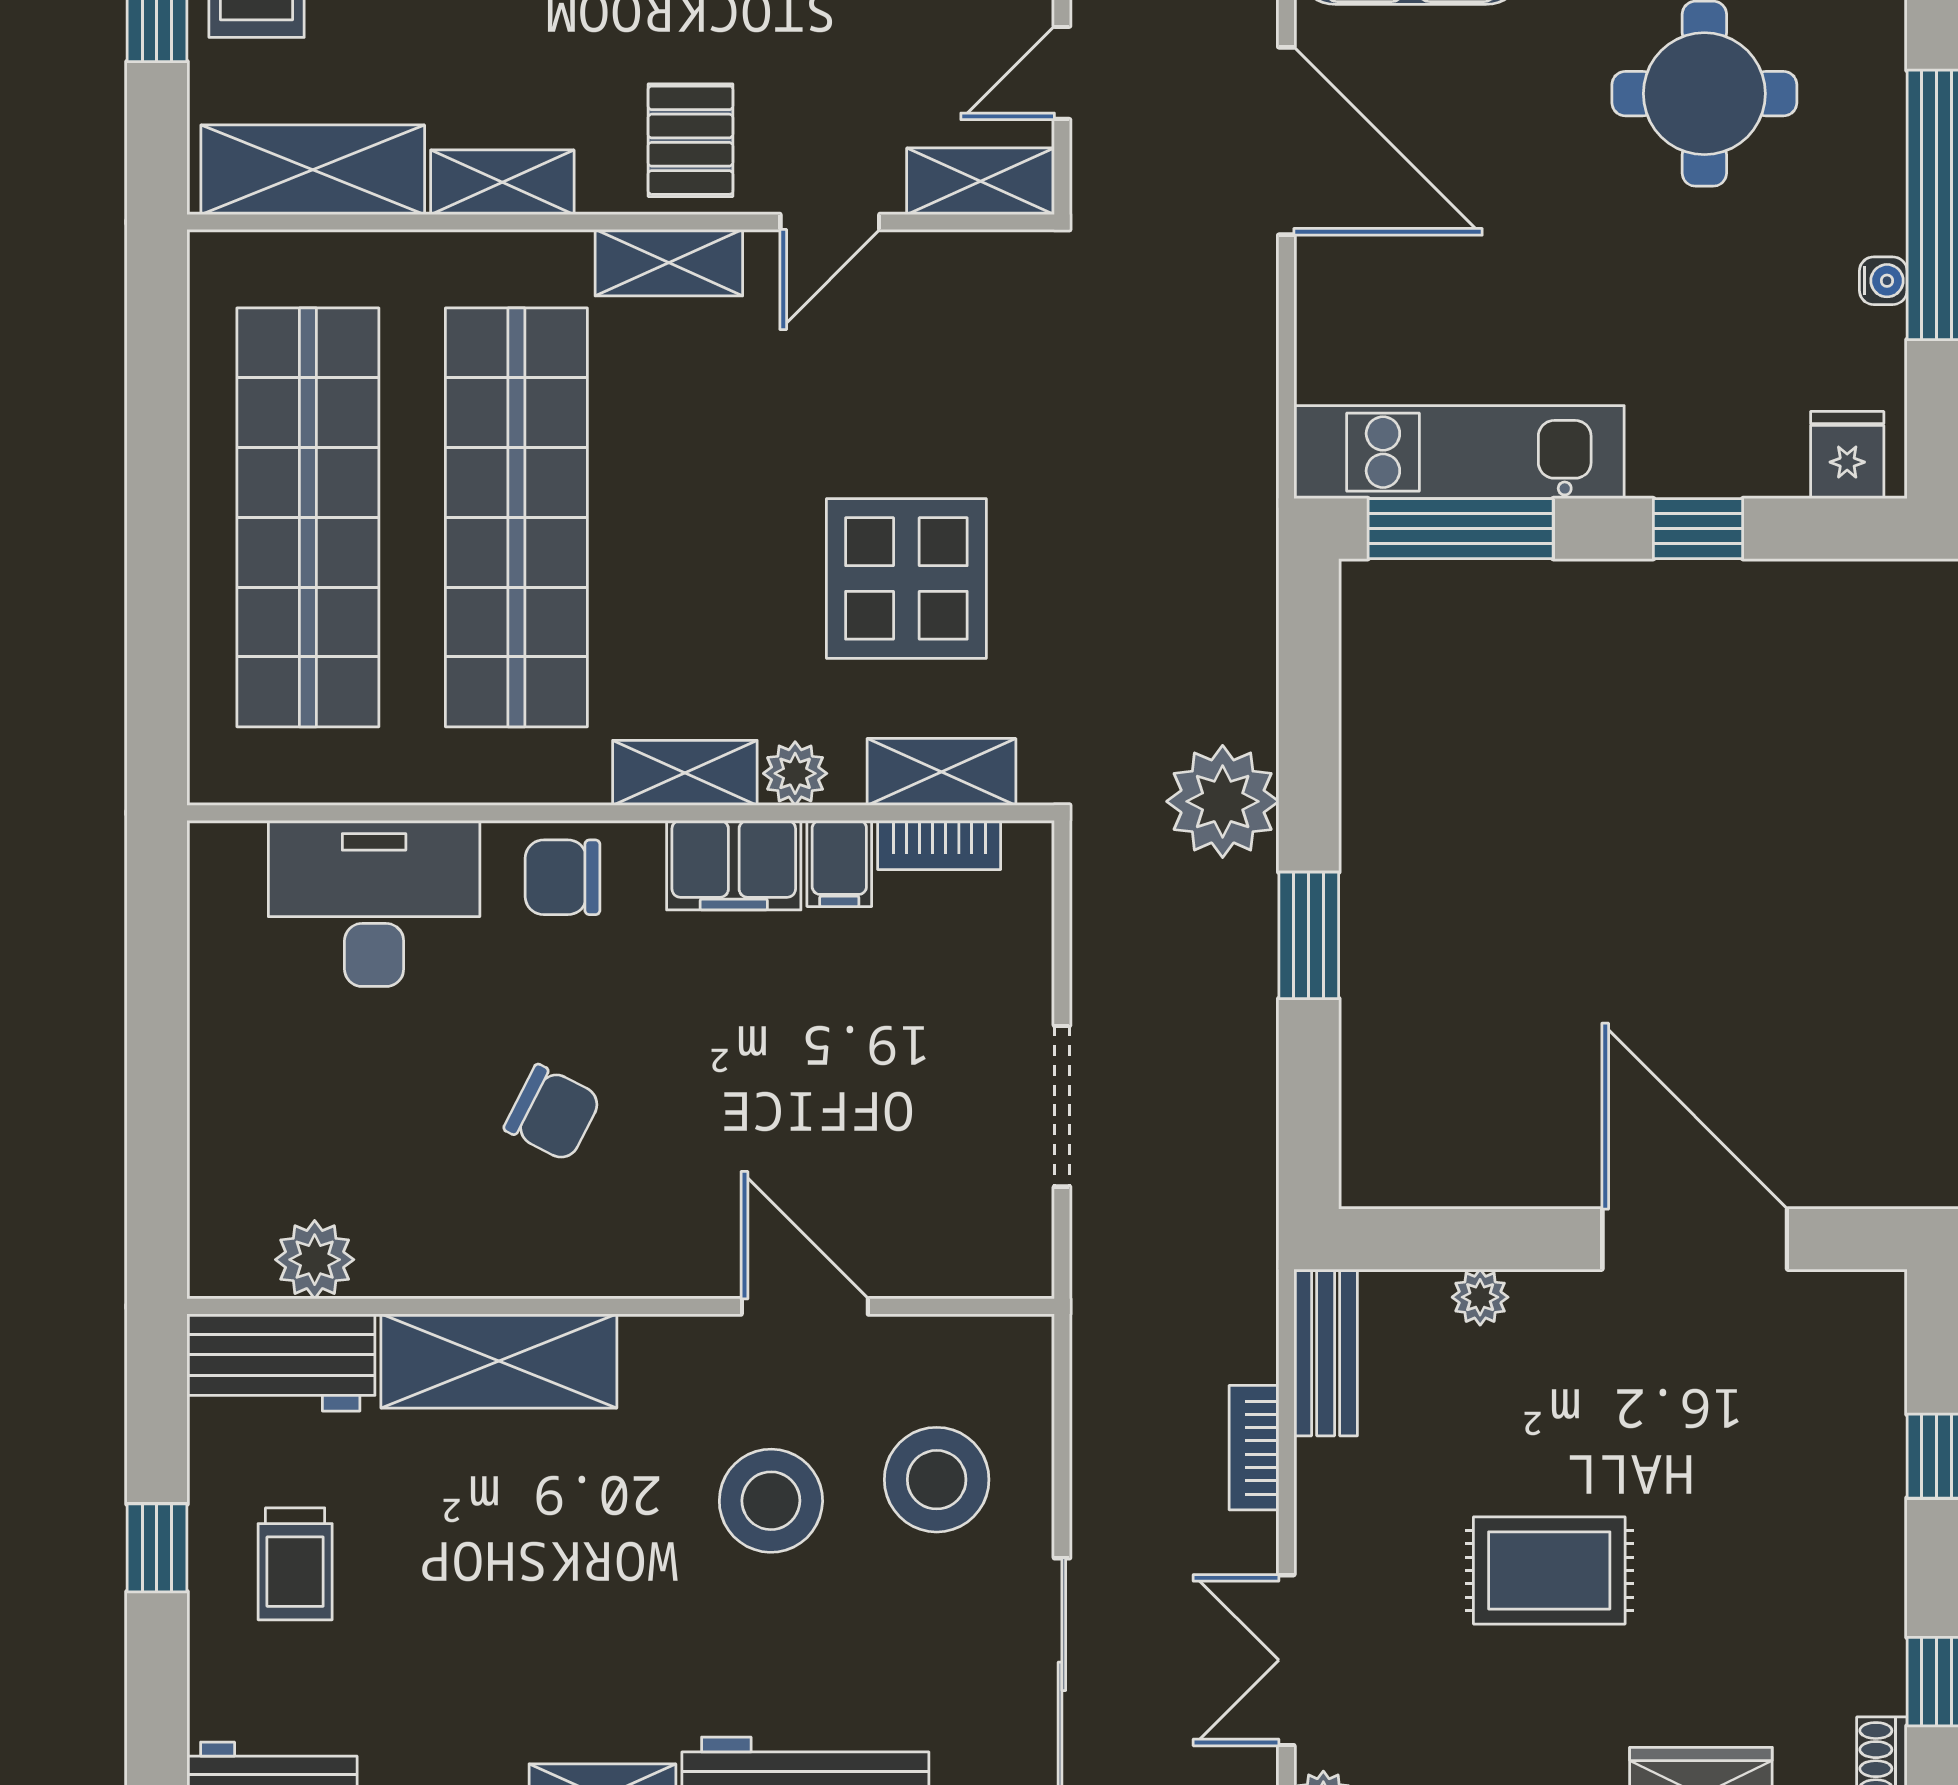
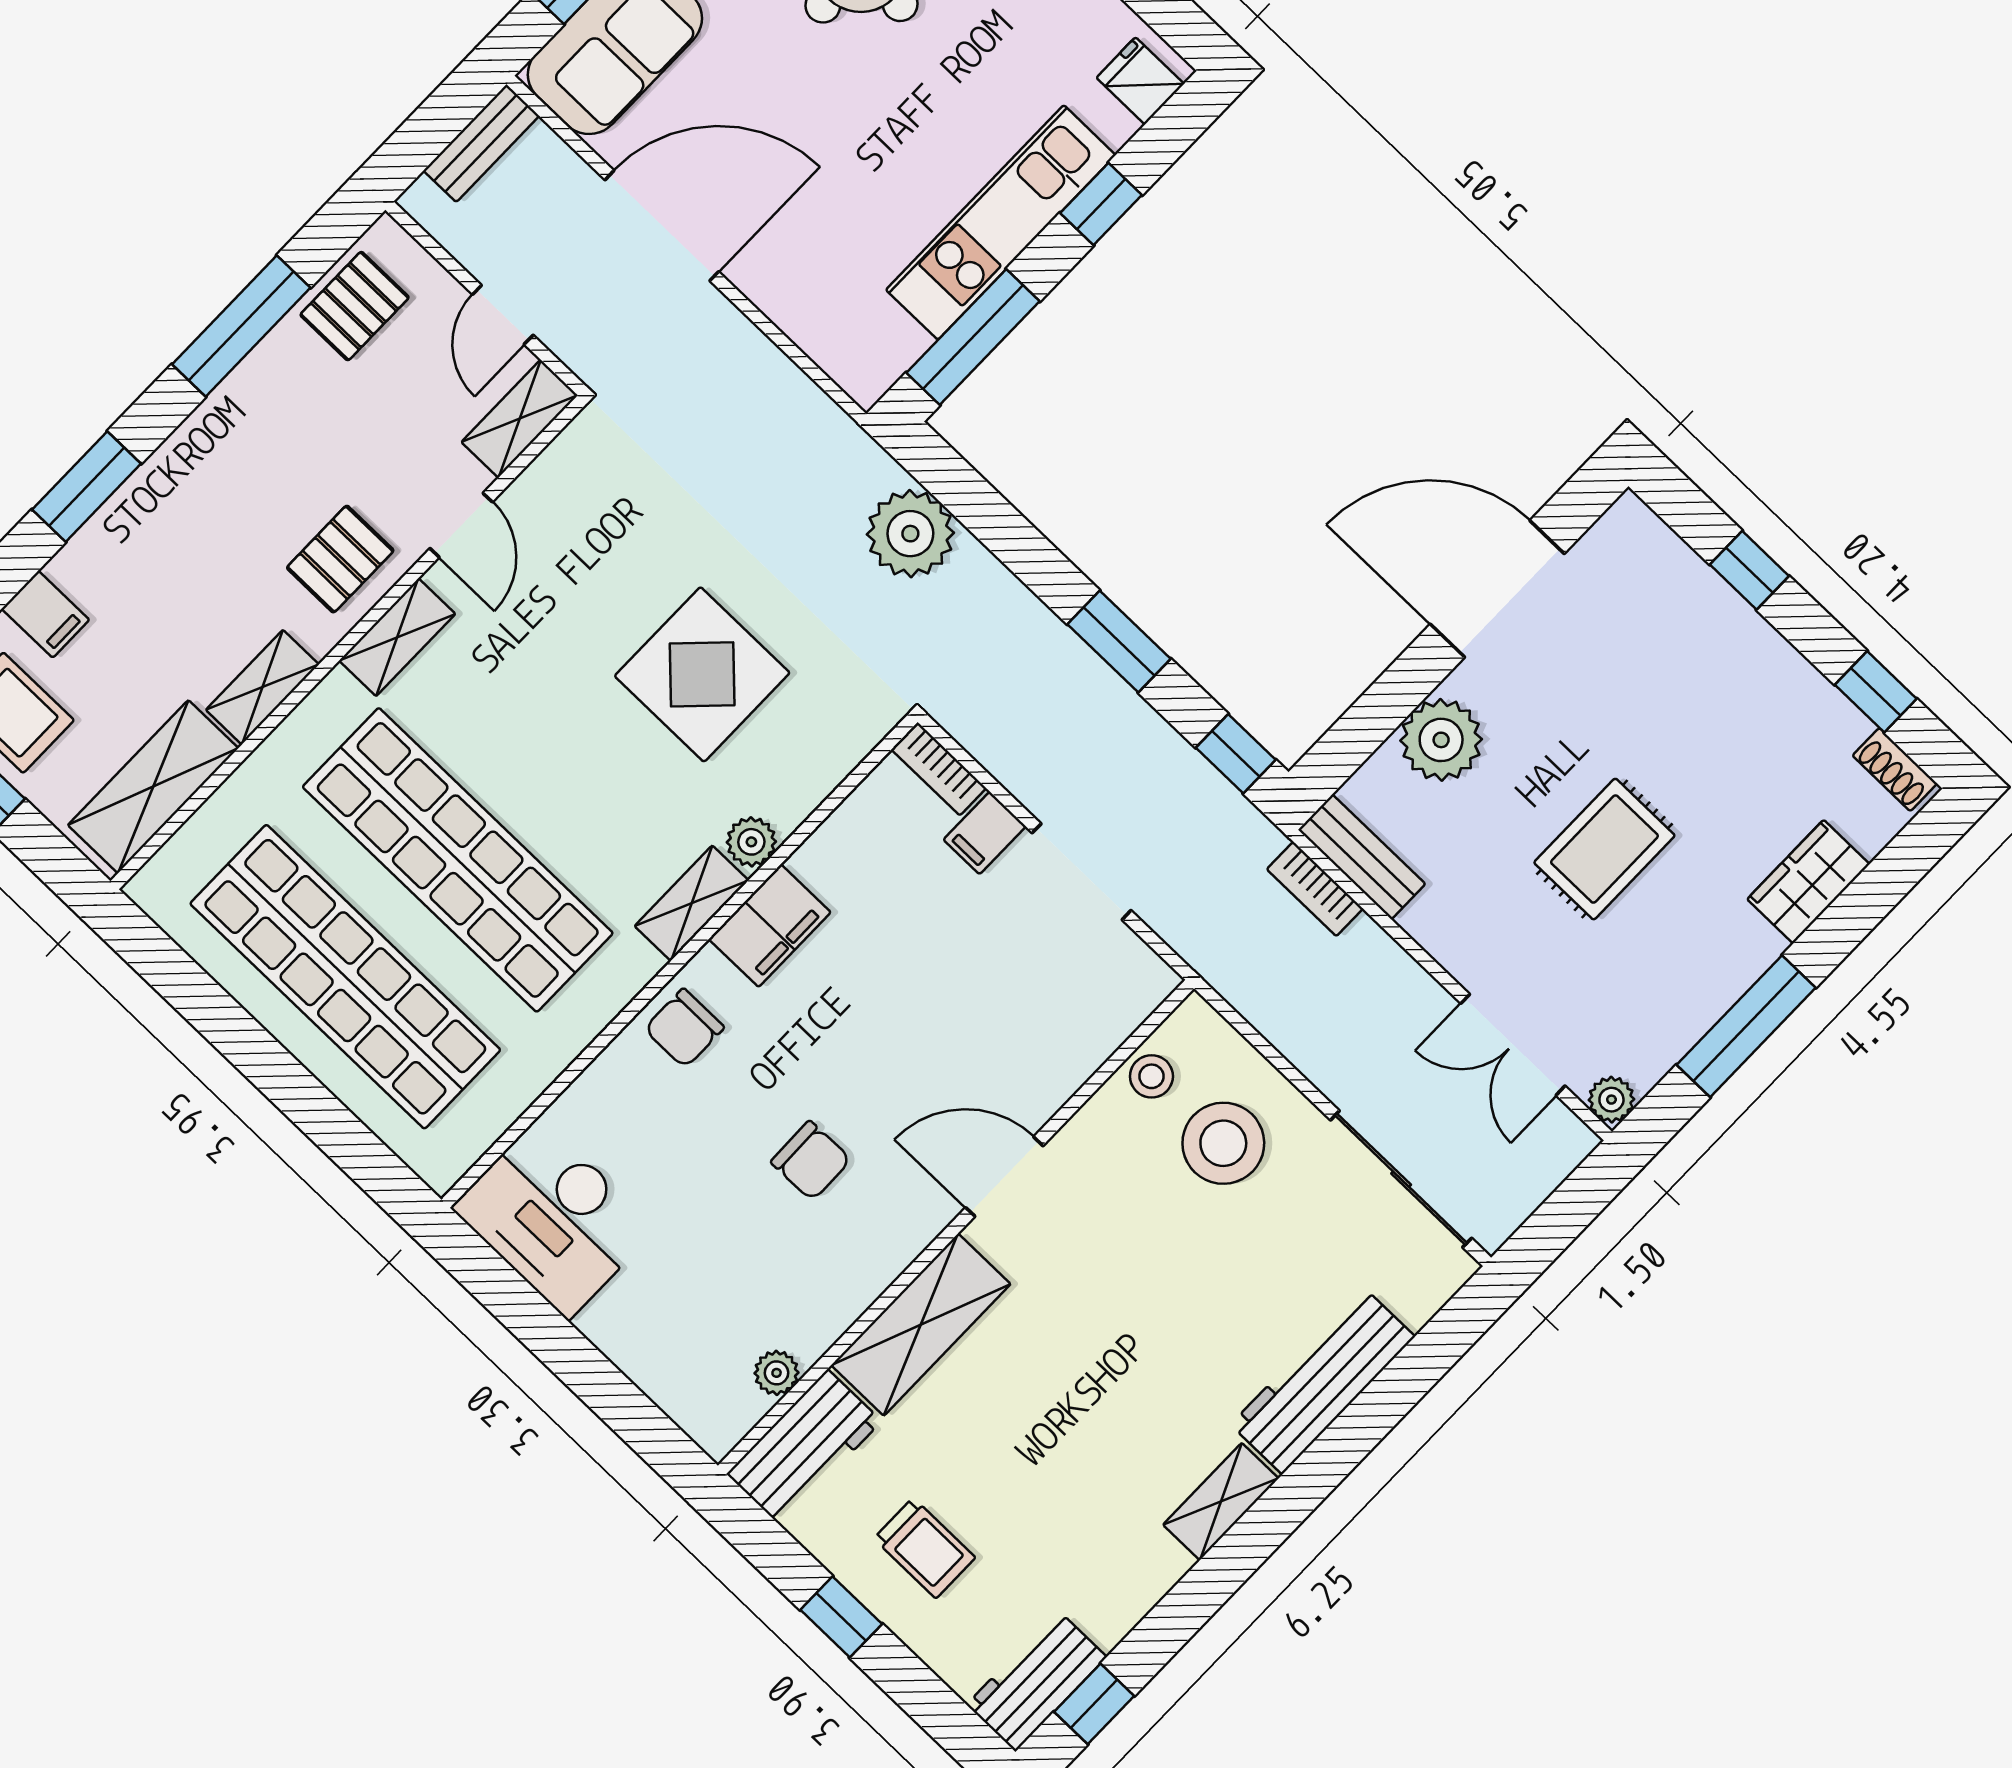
pallet: (690, 140) -> (340, 559), turned 90
kitchen unit: (1459, 452) -> (1001, 222), moved
shelving: (941, 772) -> (829, 759), removed
plant: (1223, 801) -> (910, 534), moved
bookcase: (939, 845) -> (939, 769), moved, turned 90
filing cabinet: (839, 863) -> (985, 833), moved, turned 90
desk: (374, 903) -> (554, 1218), moved, turned -90
chair: (553, 1113) -> (811, 1161), turned 62
window: (1309, 1144) -> (1236, 754), added
plant: (315, 1260) -> (777, 1373), width x0.73, depth x0.73
plant: (1480, 1297) -> (1441, 740), width x1.88, depth x1.88
door: (805, 1306) -> (1004, 1177), moved
bookcase: (1254, 1448) -> (1315, 889), moved
stool: (771, 1501) -> (1151, 1076), moved, width x0.53, depth x0.53

